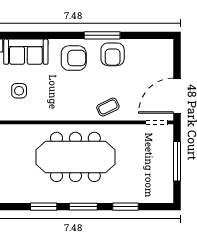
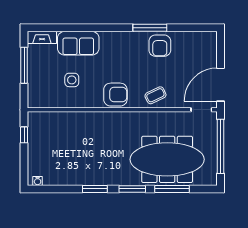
armchair: (74, 58) -> (115, 95), moved
meeting table: (75, 157) -> (167, 159), moved
window: (177, 161) -> (221, 146), width x1.46
window: (126, 207) -> (172, 189), width x1.44

